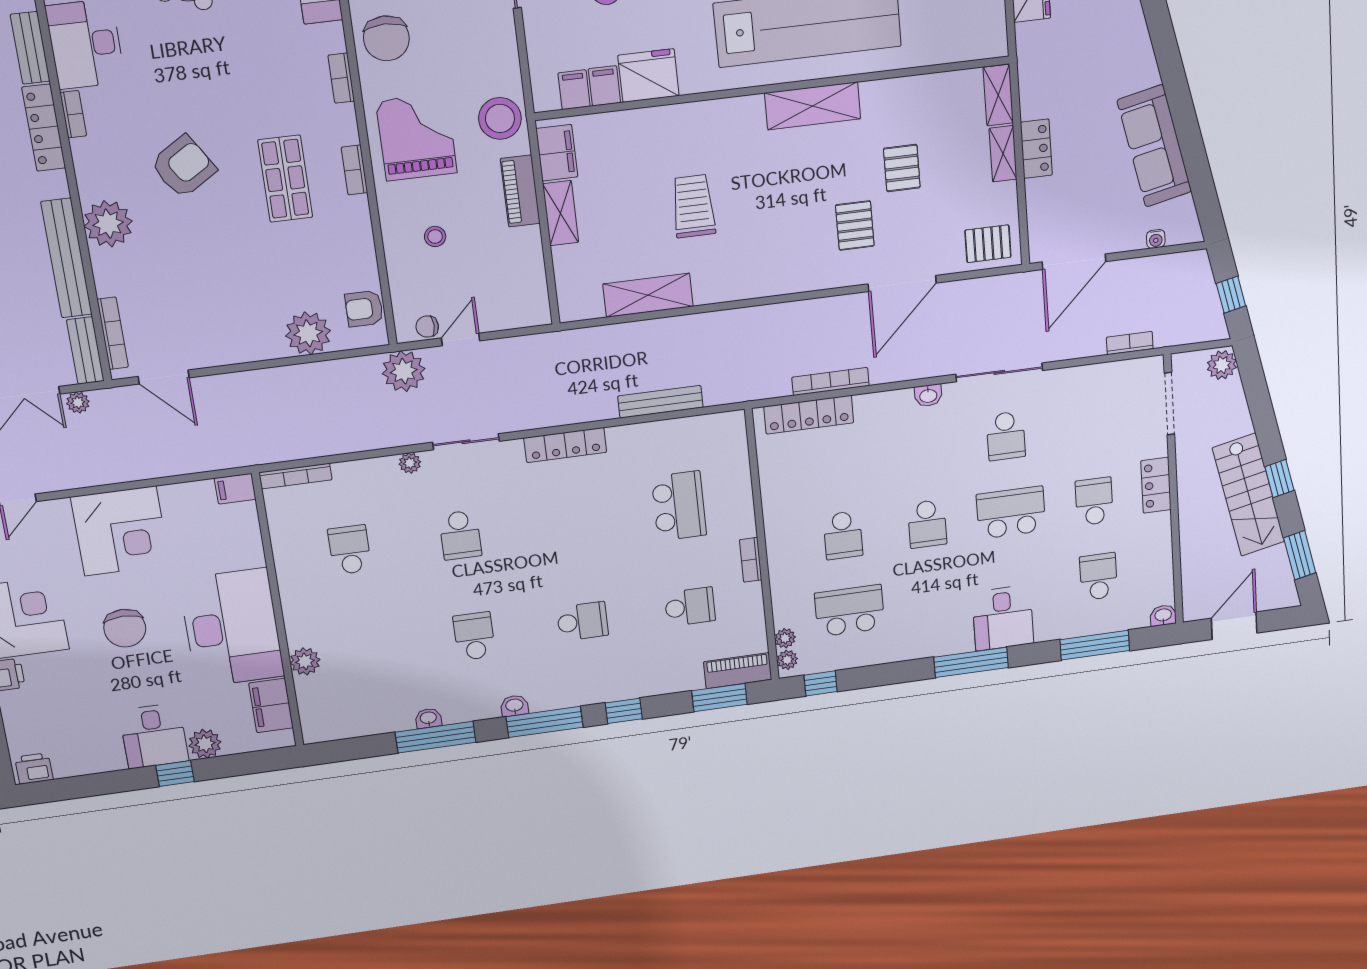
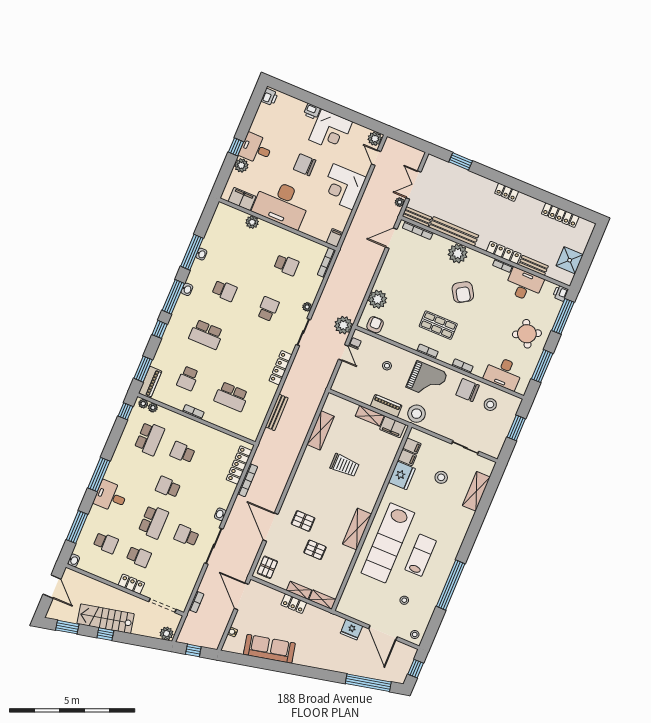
school desk: (460, 535) -> (268, 309), turned 90
school desk: (582, 621) -> (206, 335), width x1.85

